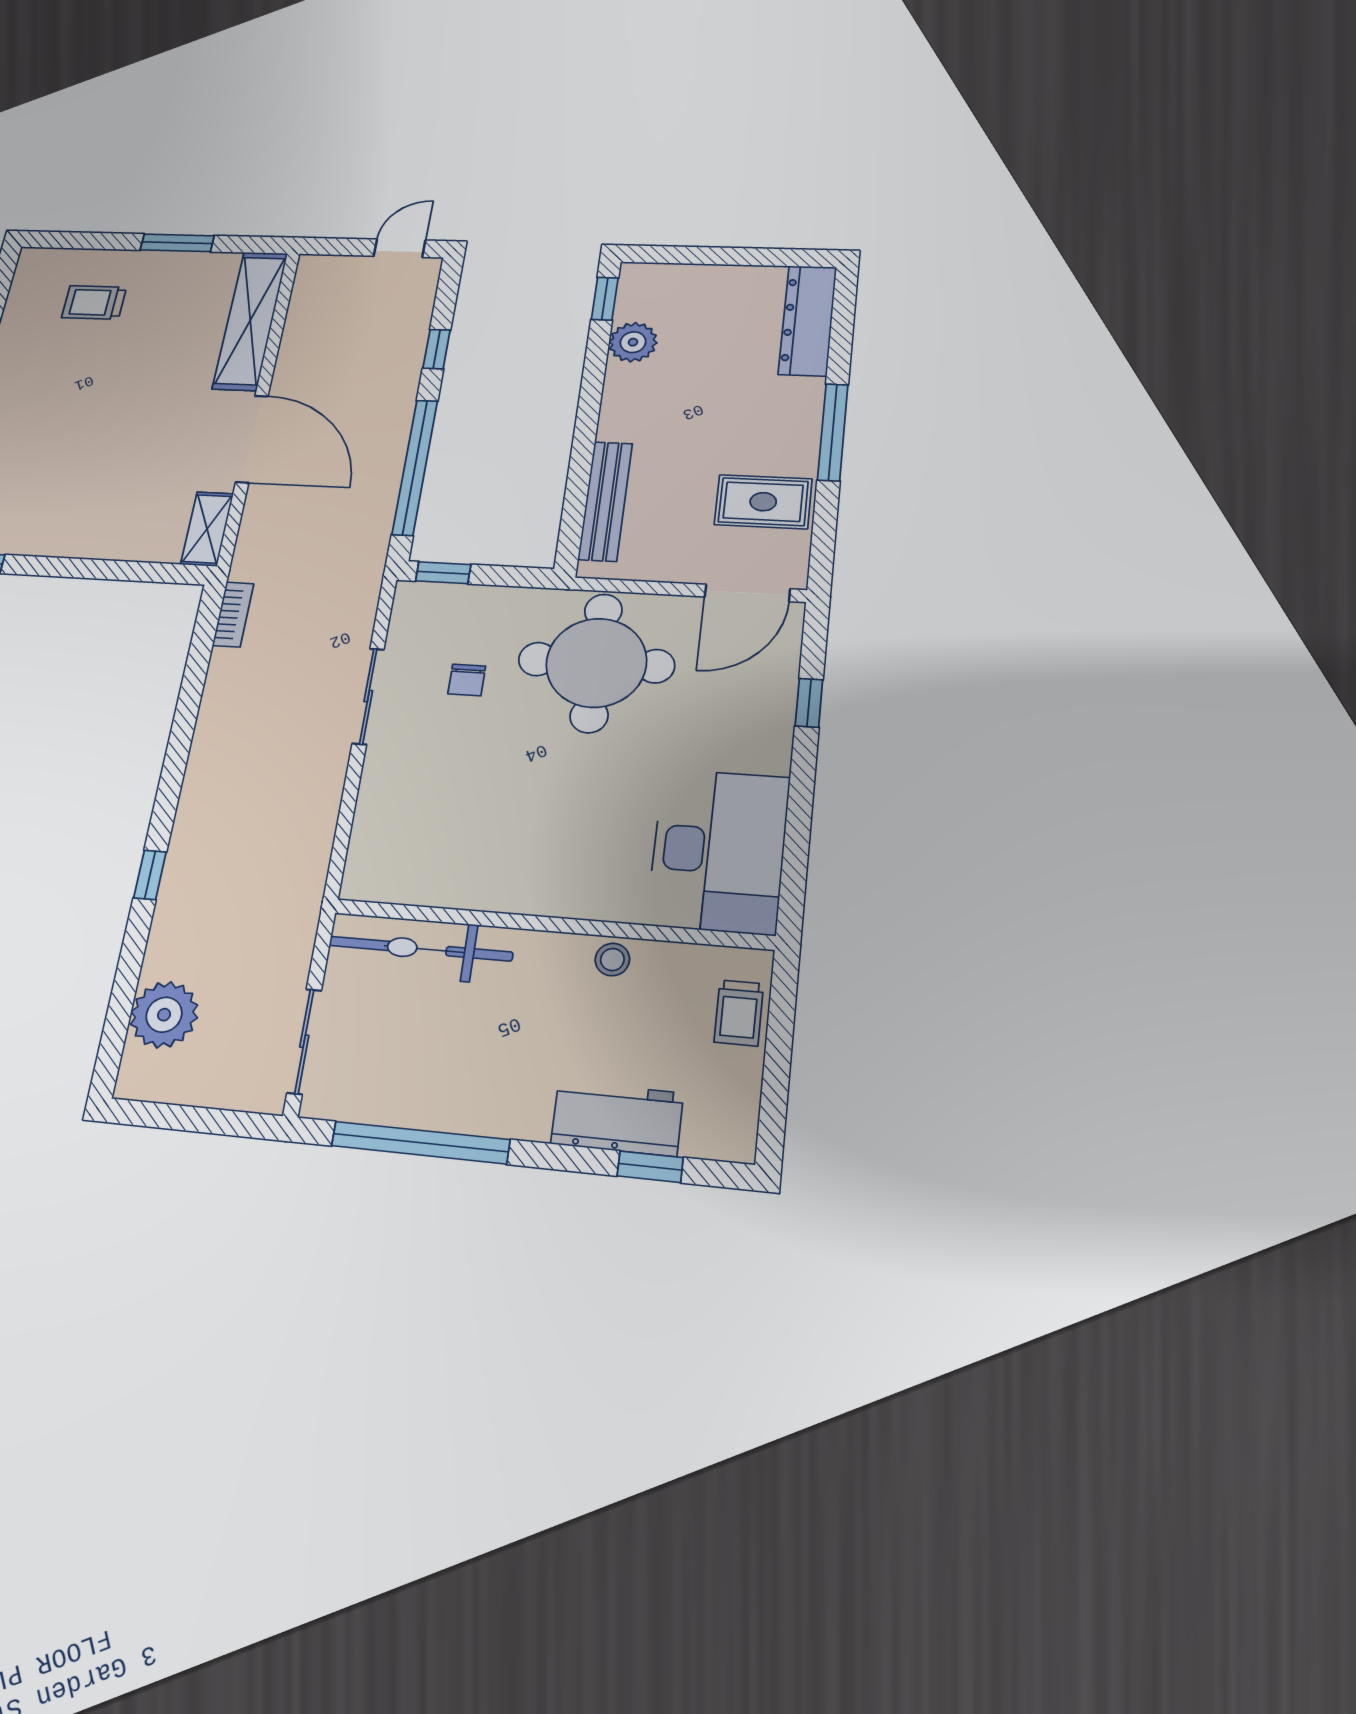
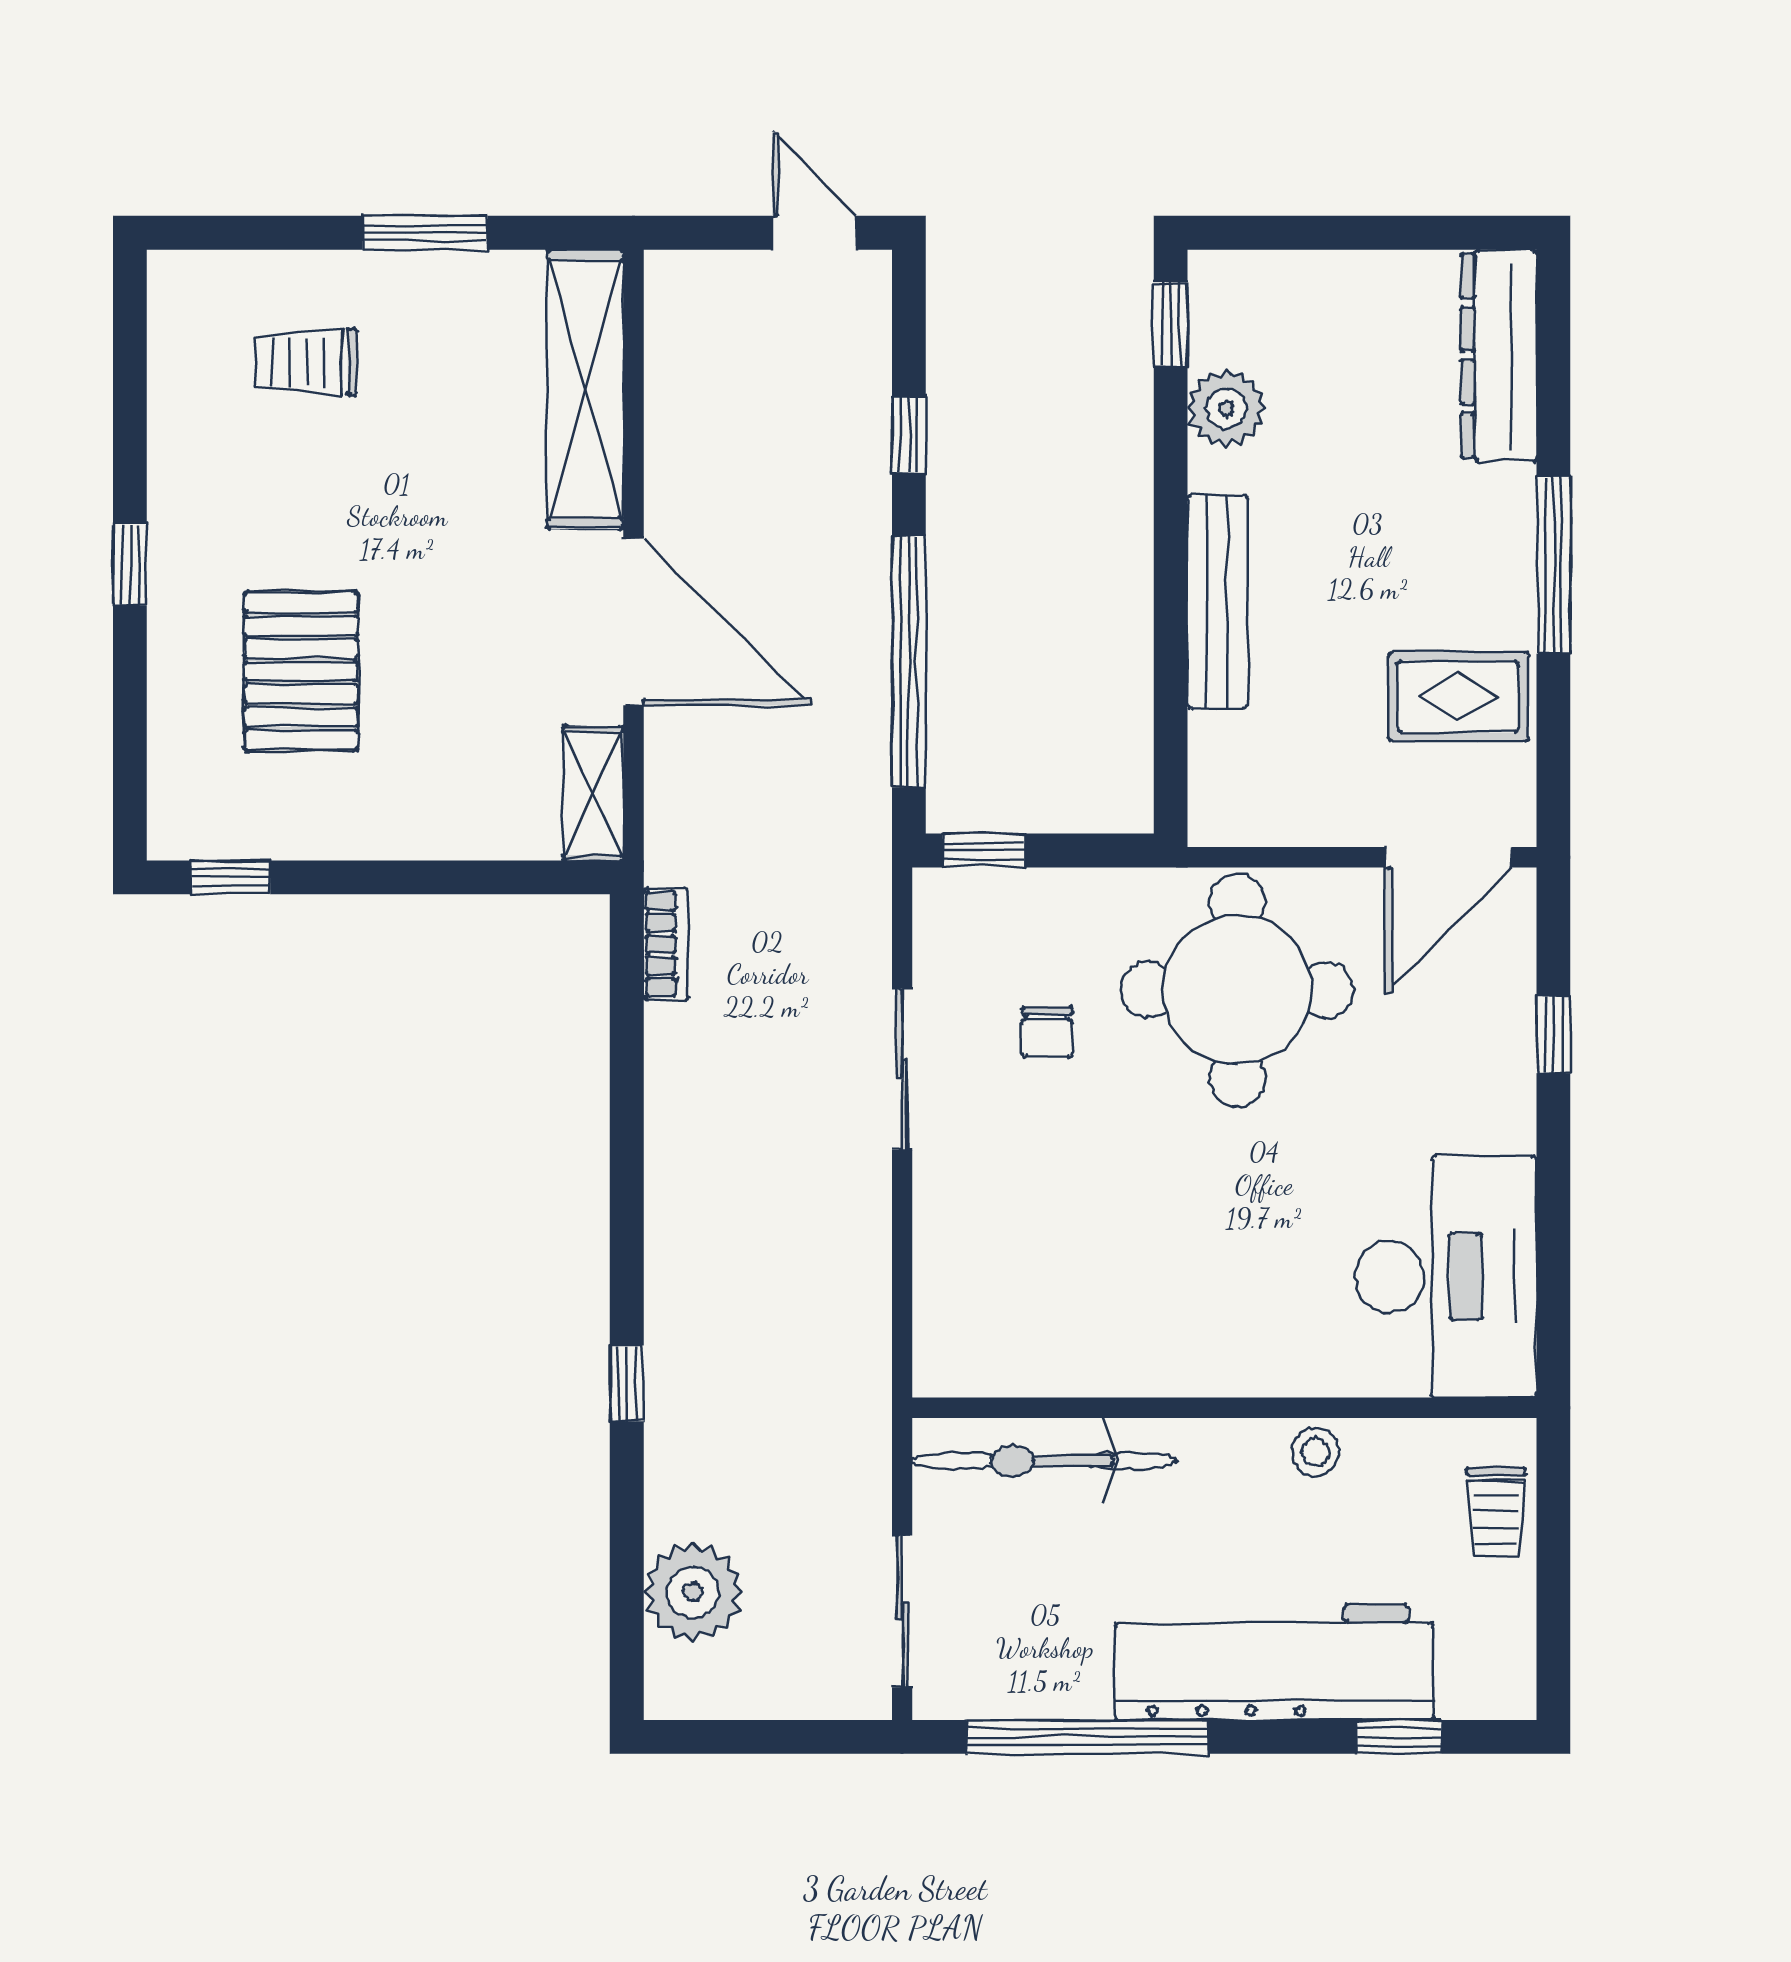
door: (400, 248) -> (814, 233), hinge flipped
pallet: (50, 456) -> (301, 671), added
bench: (605, 501) -> (1217, 602), moved
workbench: (617, 1118) -> (1274, 1662), width x1.88, depth x1.32

